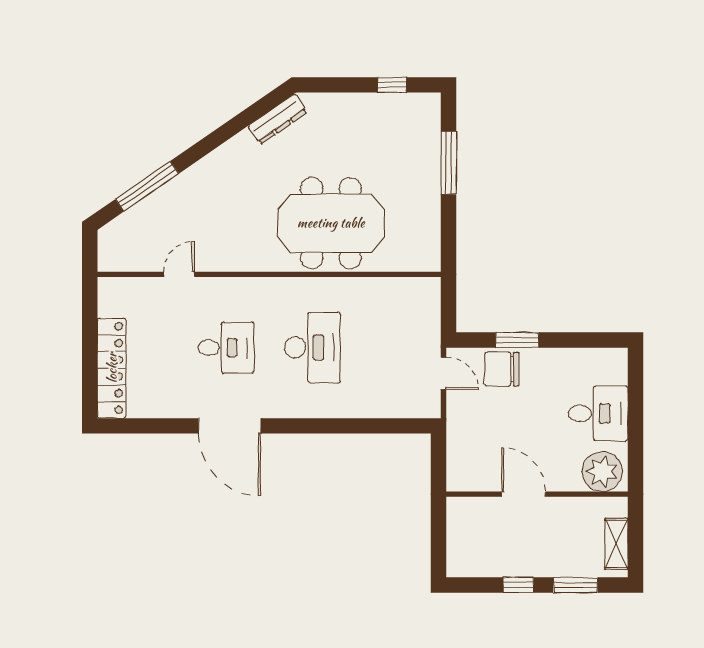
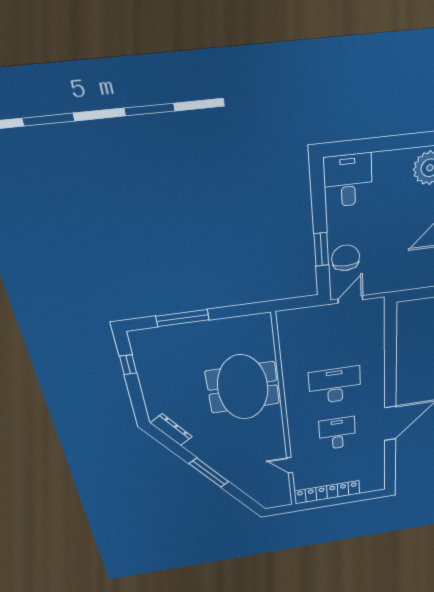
window: (147, 186) -> (209, 473), moved
locker: (112, 368) -> (327, 492), moved
chair: (502, 369) -> (346, 258), turned 180
desk: (598, 413) -> (348, 181), moved

